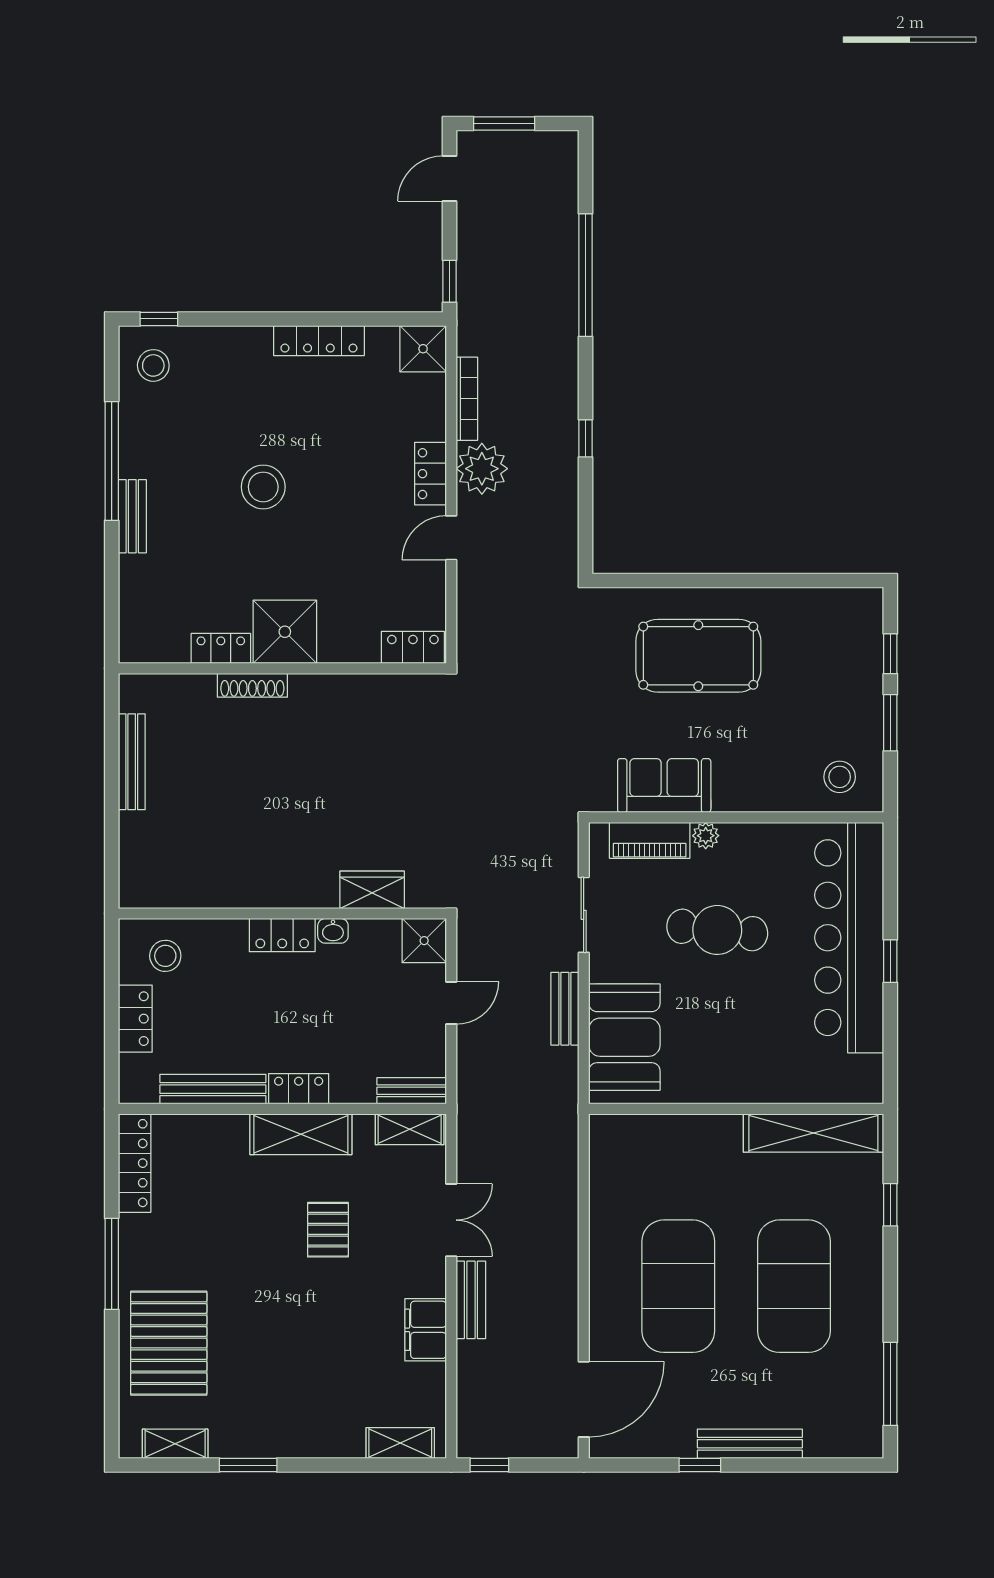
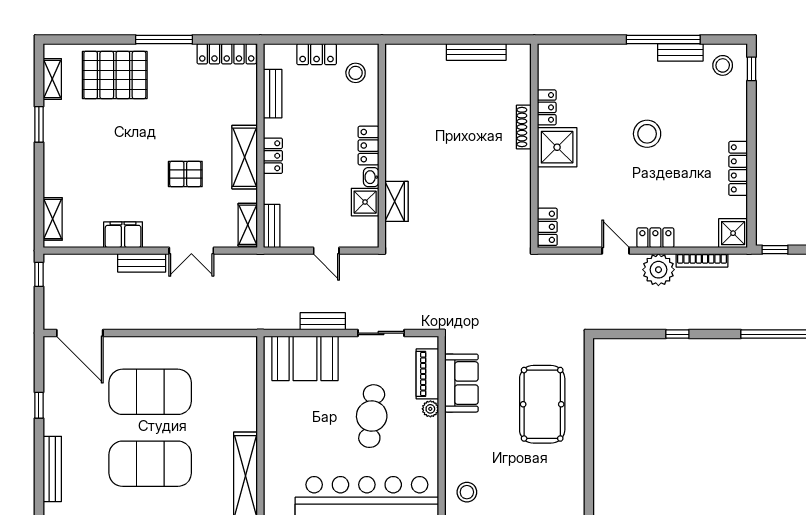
bench: (132, 516) -> (680, 52), moved
shower: (424, 941) -> (365, 202), moved
bench: (213, 1089) -> (273, 94), width x0.73
bench: (750, 1444) -> (52, 469), moved

